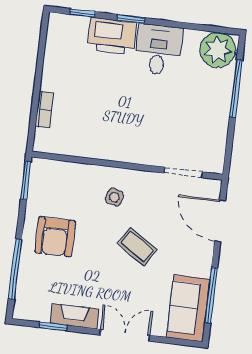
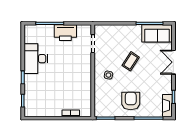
printer: (112, 36) -> (65, 33), moved, turned 90
desk: (158, 50) -> (36, 59), width x1.37
plant: (218, 50) -> (33, 34), removed
door: (220, 221) -> (114, 23), removed
armchair: (55, 237) -> (131, 101), turned -90
fireplace: (74, 316) -> (167, 106), moved

